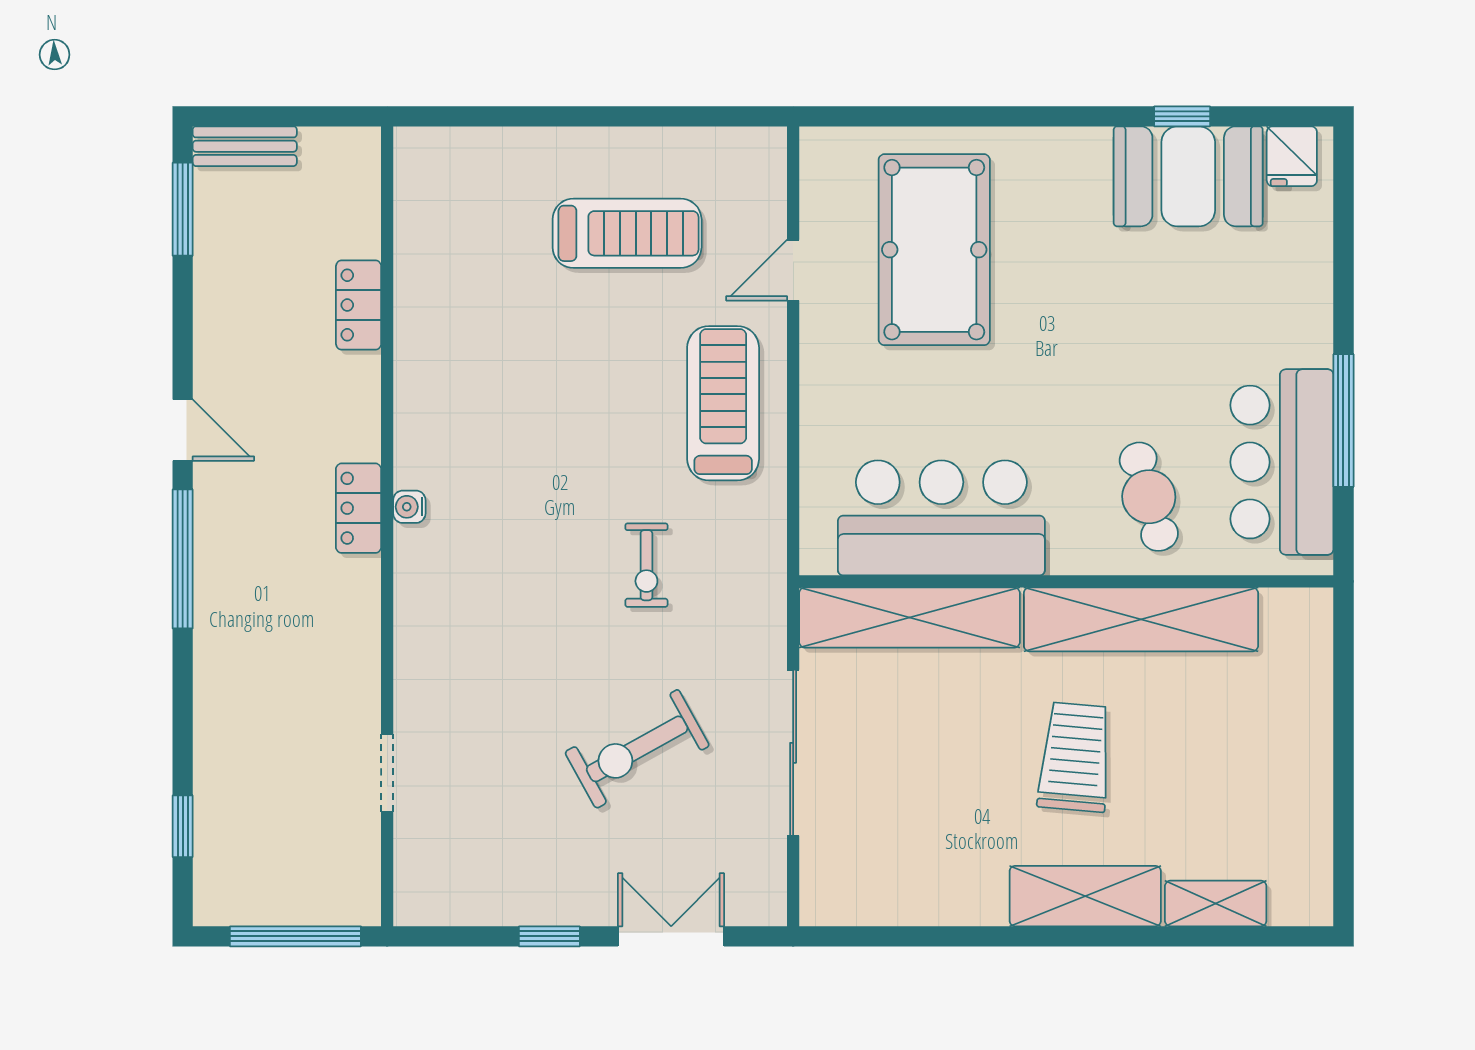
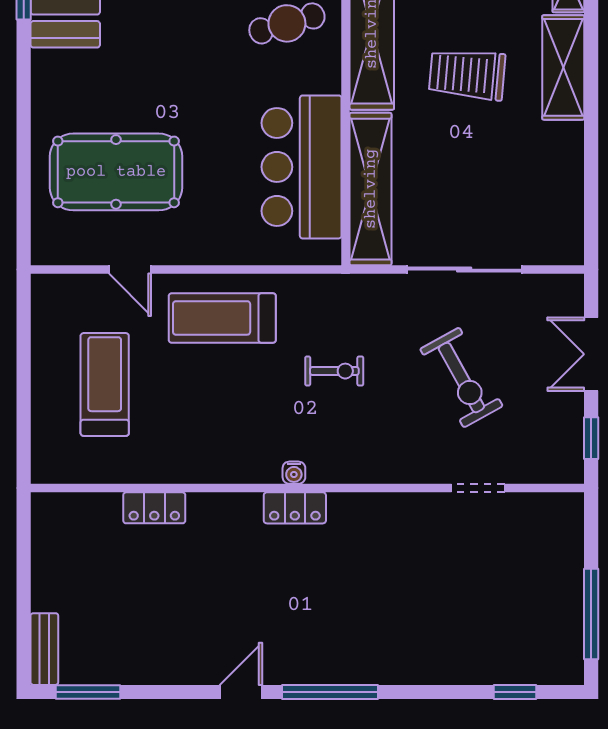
locker: (359, 305) -> (154, 508), moved
water cooler: (409, 507) -> (294, 473), moved
locker: (358, 508) -> (295, 508), moved
wall: (387, 526) -> (307, 488), moved
doorway: (387, 773) -> (478, 488), moved

